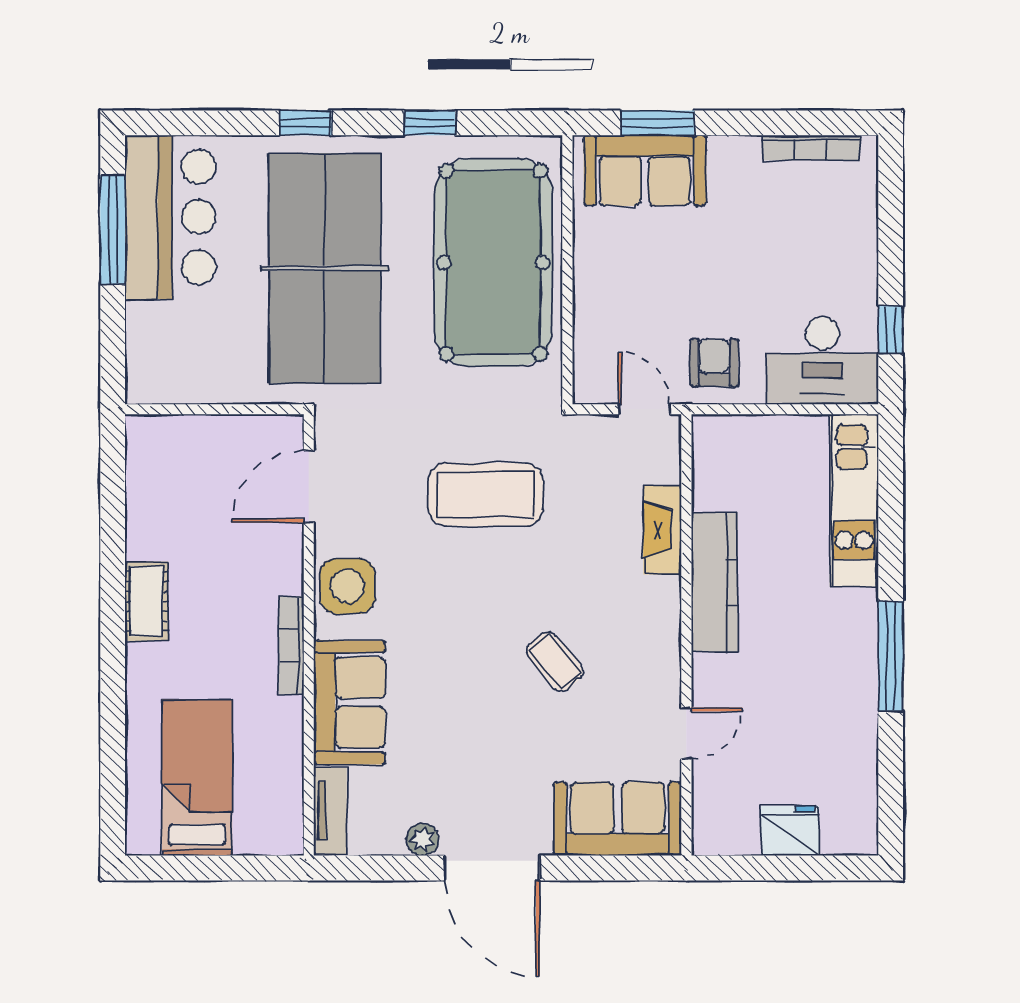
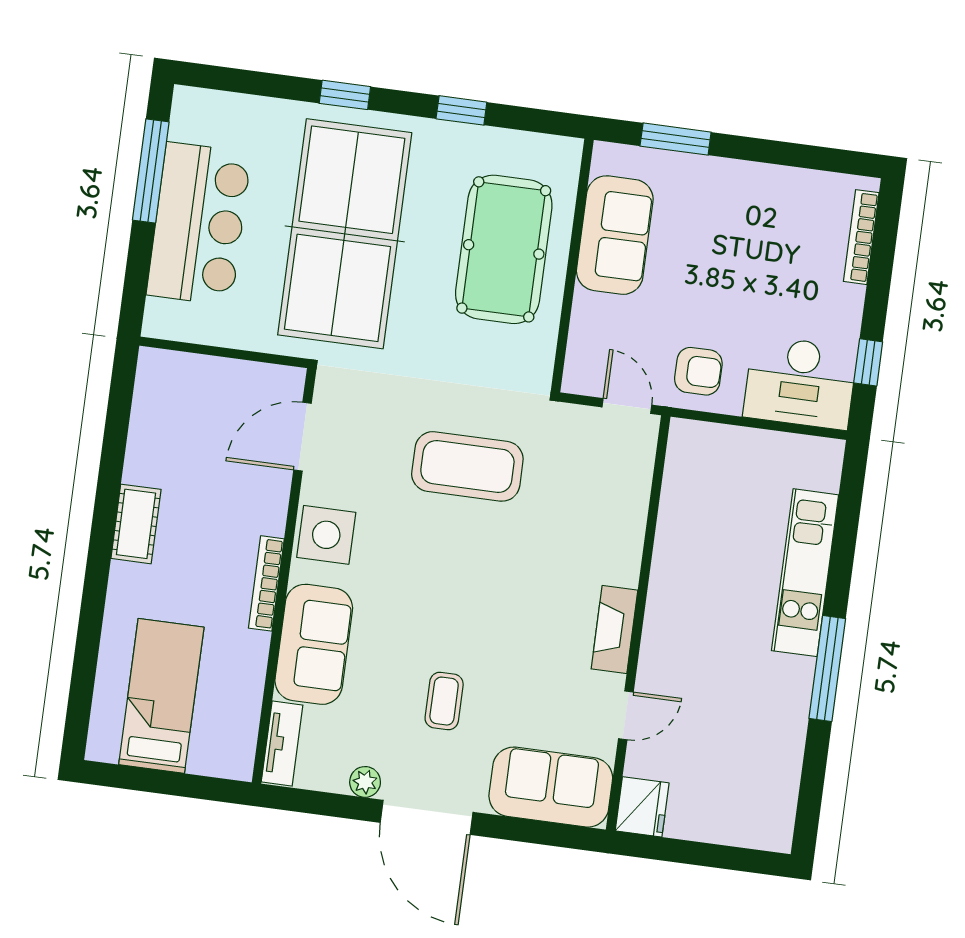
bookcase: (811, 148) -> (861, 237), moved, turned 90
sofa: (645, 170) -> (615, 235), moved, turned -90
bar counter: (170, 217) -> (199, 224), moved
pool table: (493, 262) -> (504, 249), width x0.73, depth x0.76
armchair: (714, 363) -> (698, 371), turned 90
kitchen unit: (854, 500) -> (805, 573), moved
fireplace: (662, 530) -> (614, 630), moved
kitchen counter: (714, 582) -> (671, 577), removed
coffee table: (555, 662) -> (444, 701), moved, turned 40
fridge: (790, 831) -> (642, 807), moved, turned 90

